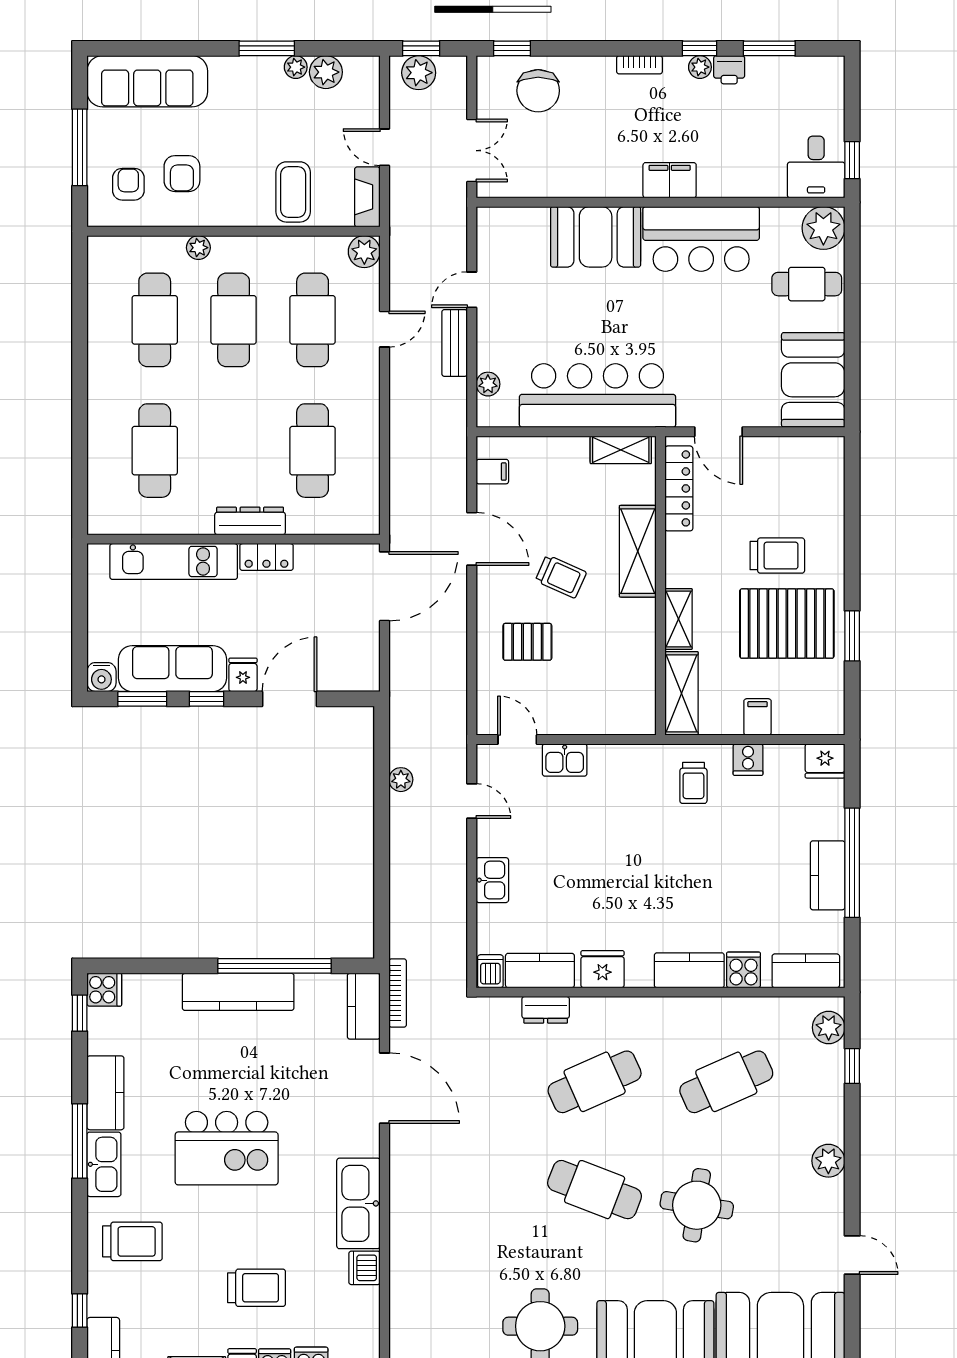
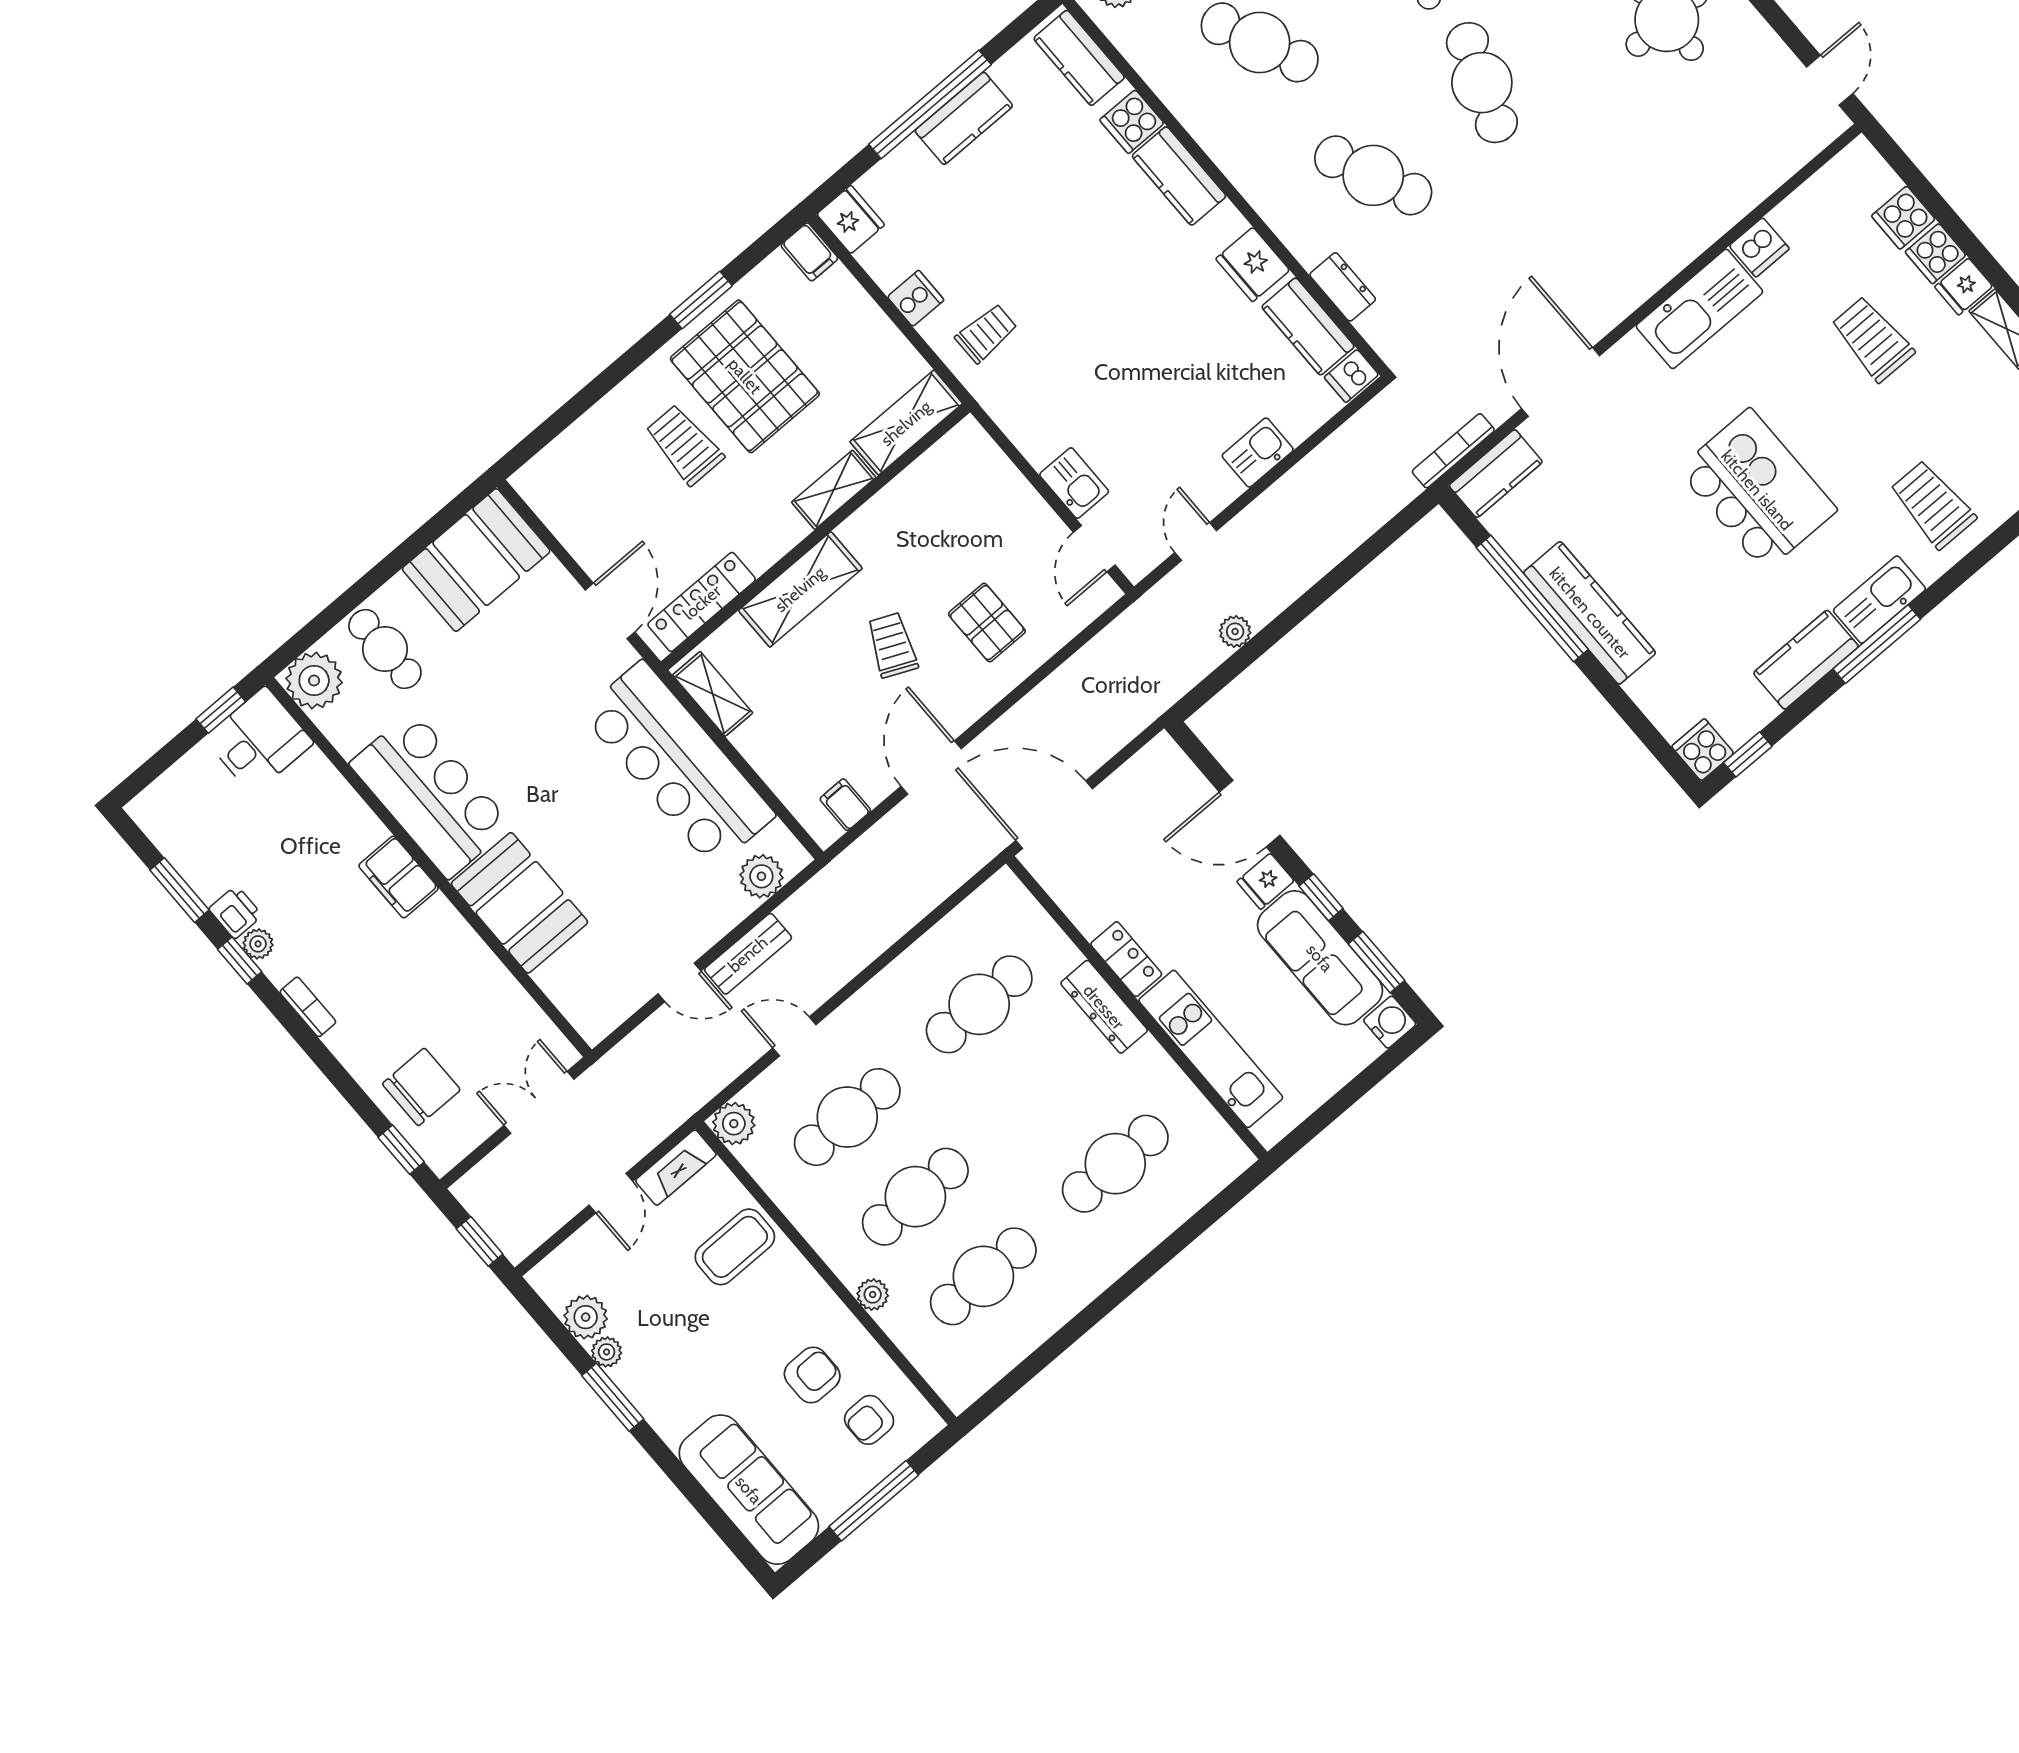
plant: (419, 73) -> (506, 1223), removed
plant: (488, 384) -> (761, 876), width x1.38, depth x1.38
filing cabinet: (758, 717) -> (809, 252), moved, turned -90

